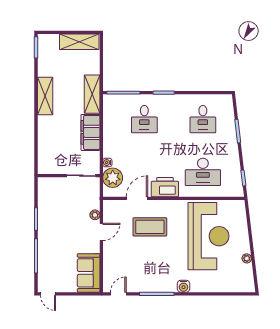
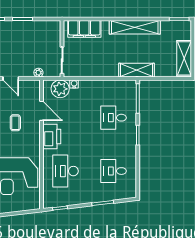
shelving: (45, 96) -> (135, 27), width x1.47
filing cabinet: (90, 132) -> (84, 29), moved, turned 180
plant: (95, 215) -> (38, 73), moved
coffee table: (150, 227) -> (15, 123), width x0.54, depth x0.58

